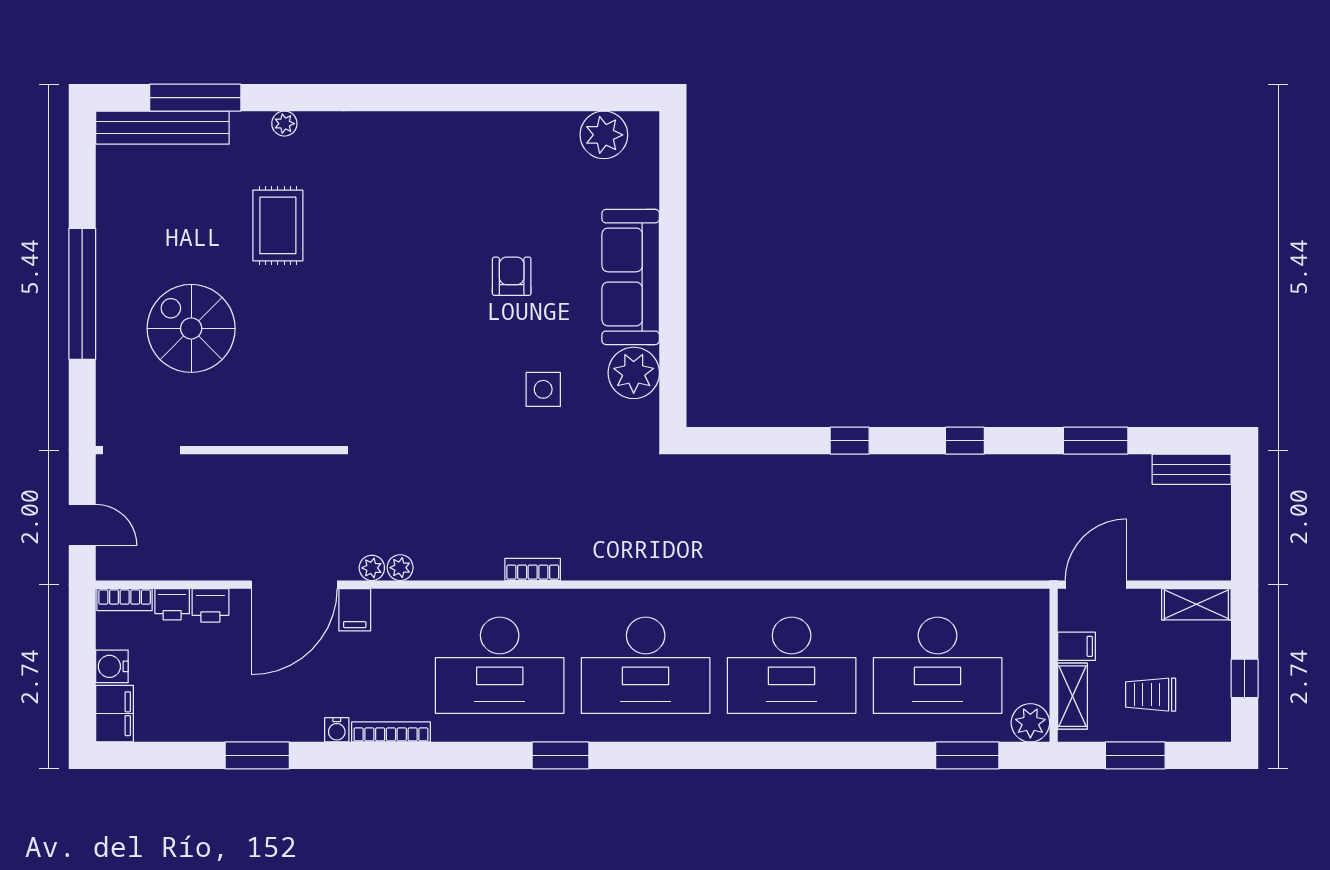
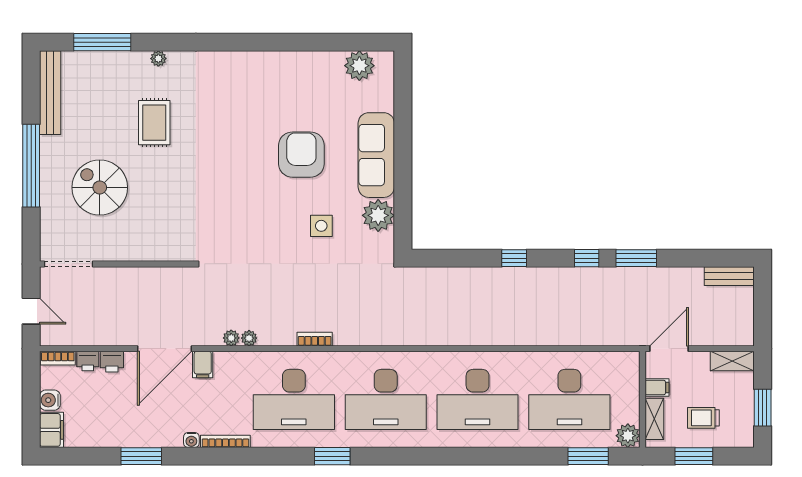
bench: (162, 128) -> (50, 93), moved, turned 90
armchair: (512, 276) -> (301, 155), width x1.88, depth x1.88
window: (1096, 441) -> (636, 258), moved
plant: (372, 568) -> (249, 338), moved
window: (1245, 678) -> (763, 408), width x1.50

